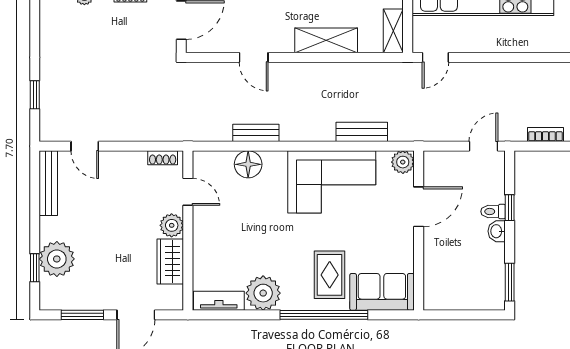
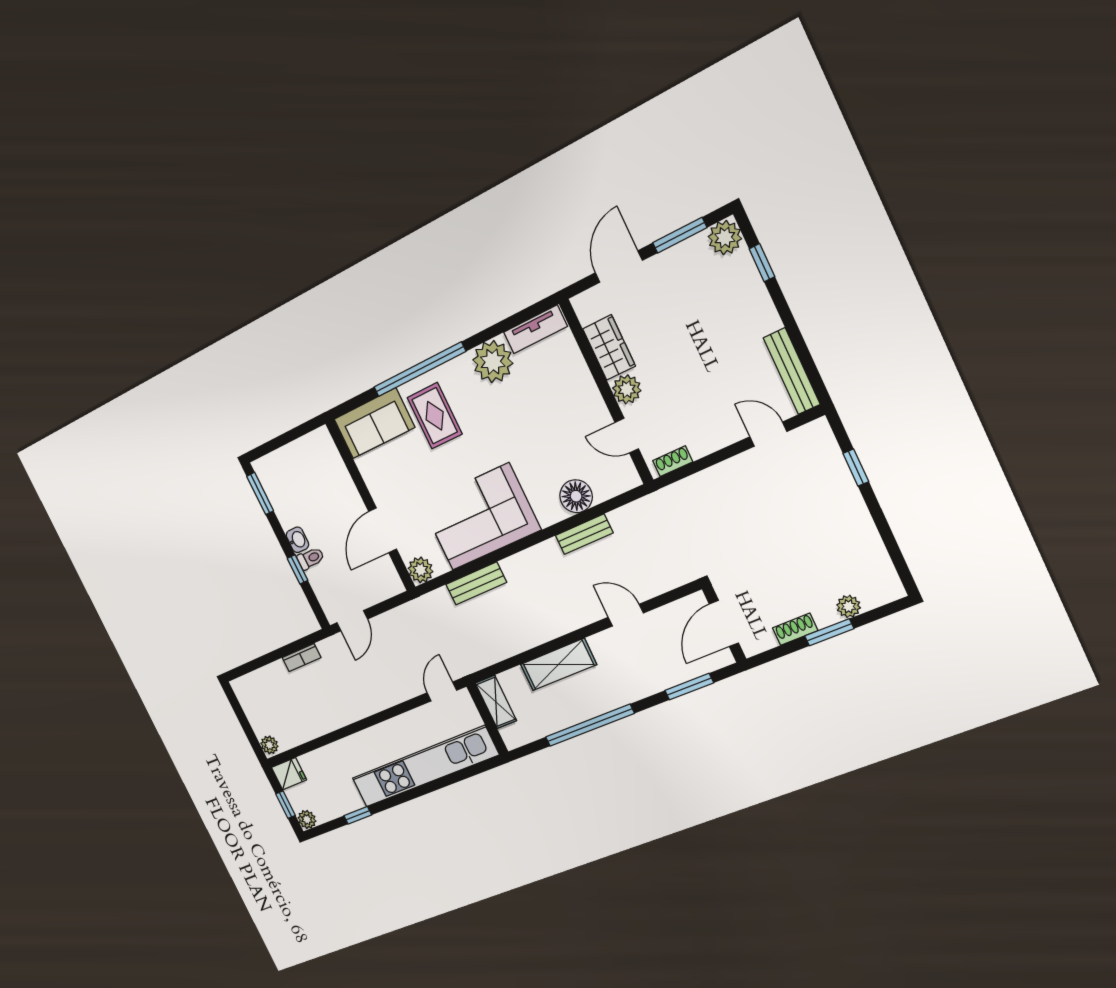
plant: (57, 259) -> (725, 238), moved, width x0.73, depth x0.73

